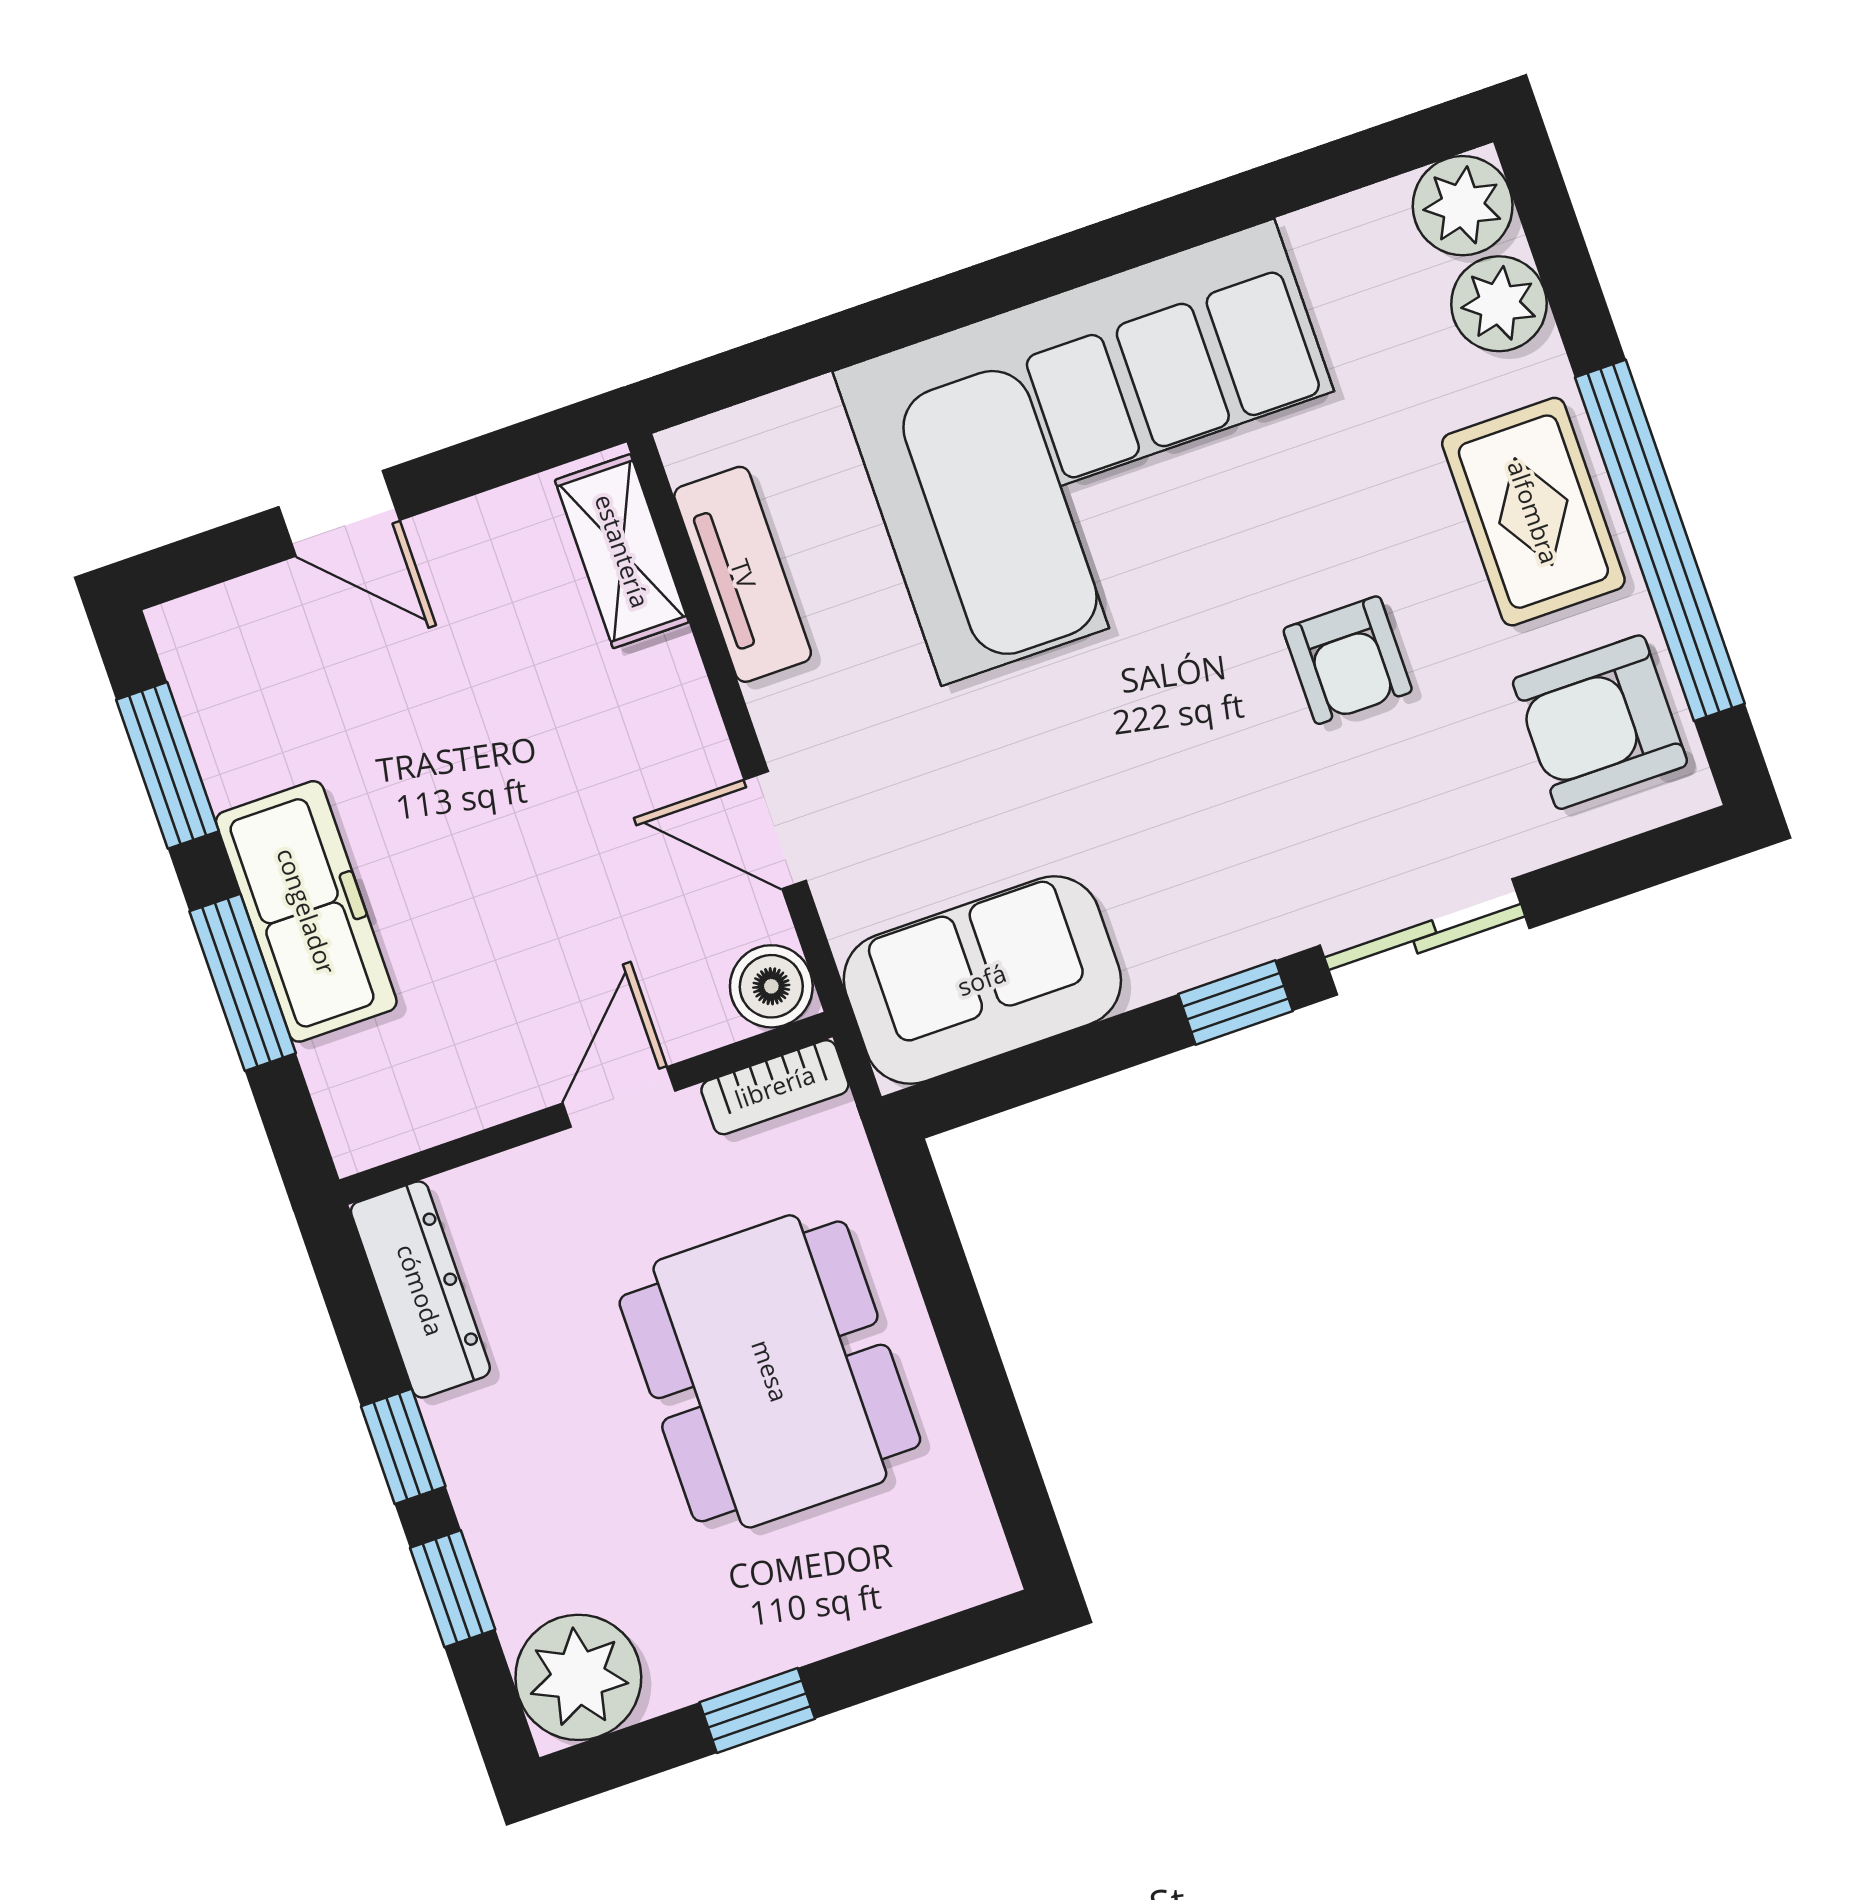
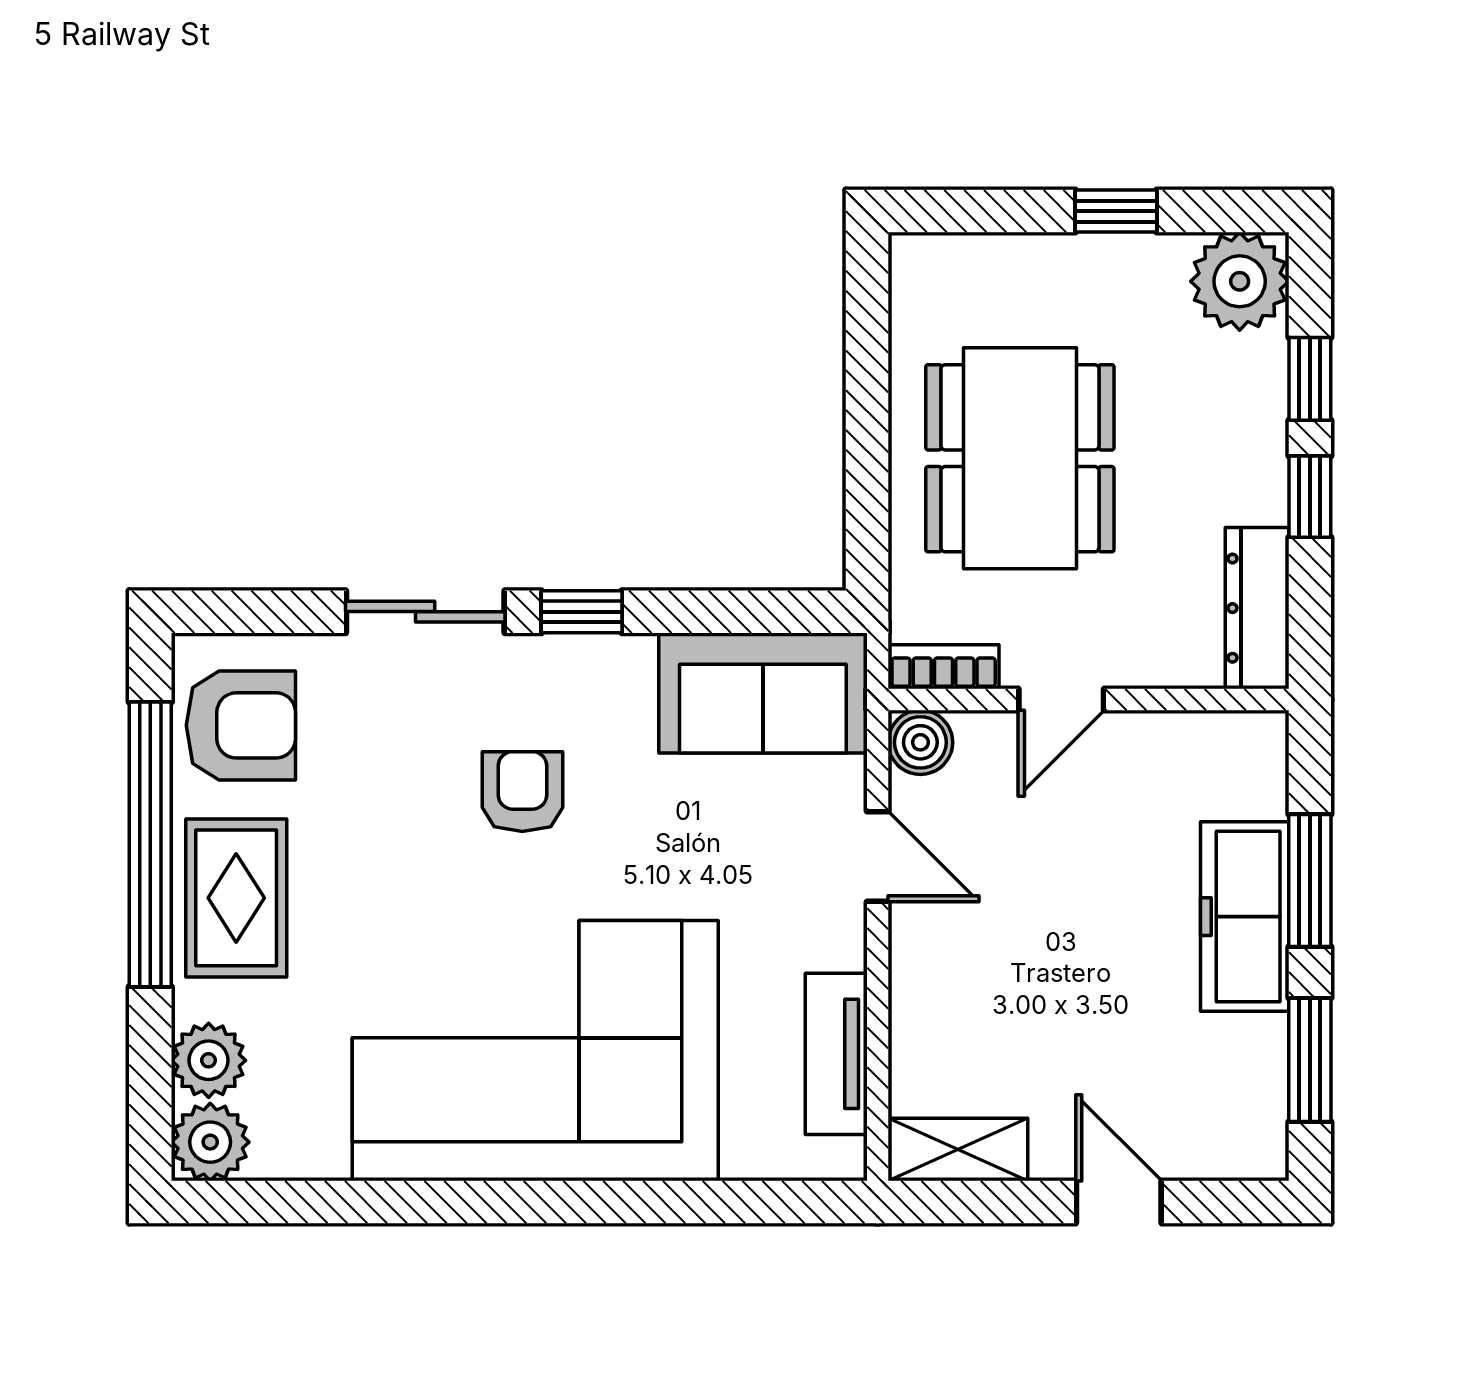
shelving: (622, 551) -> (958, 1150), moved, turned 90
armchair: (1348, 660) -> (522, 792), moved

